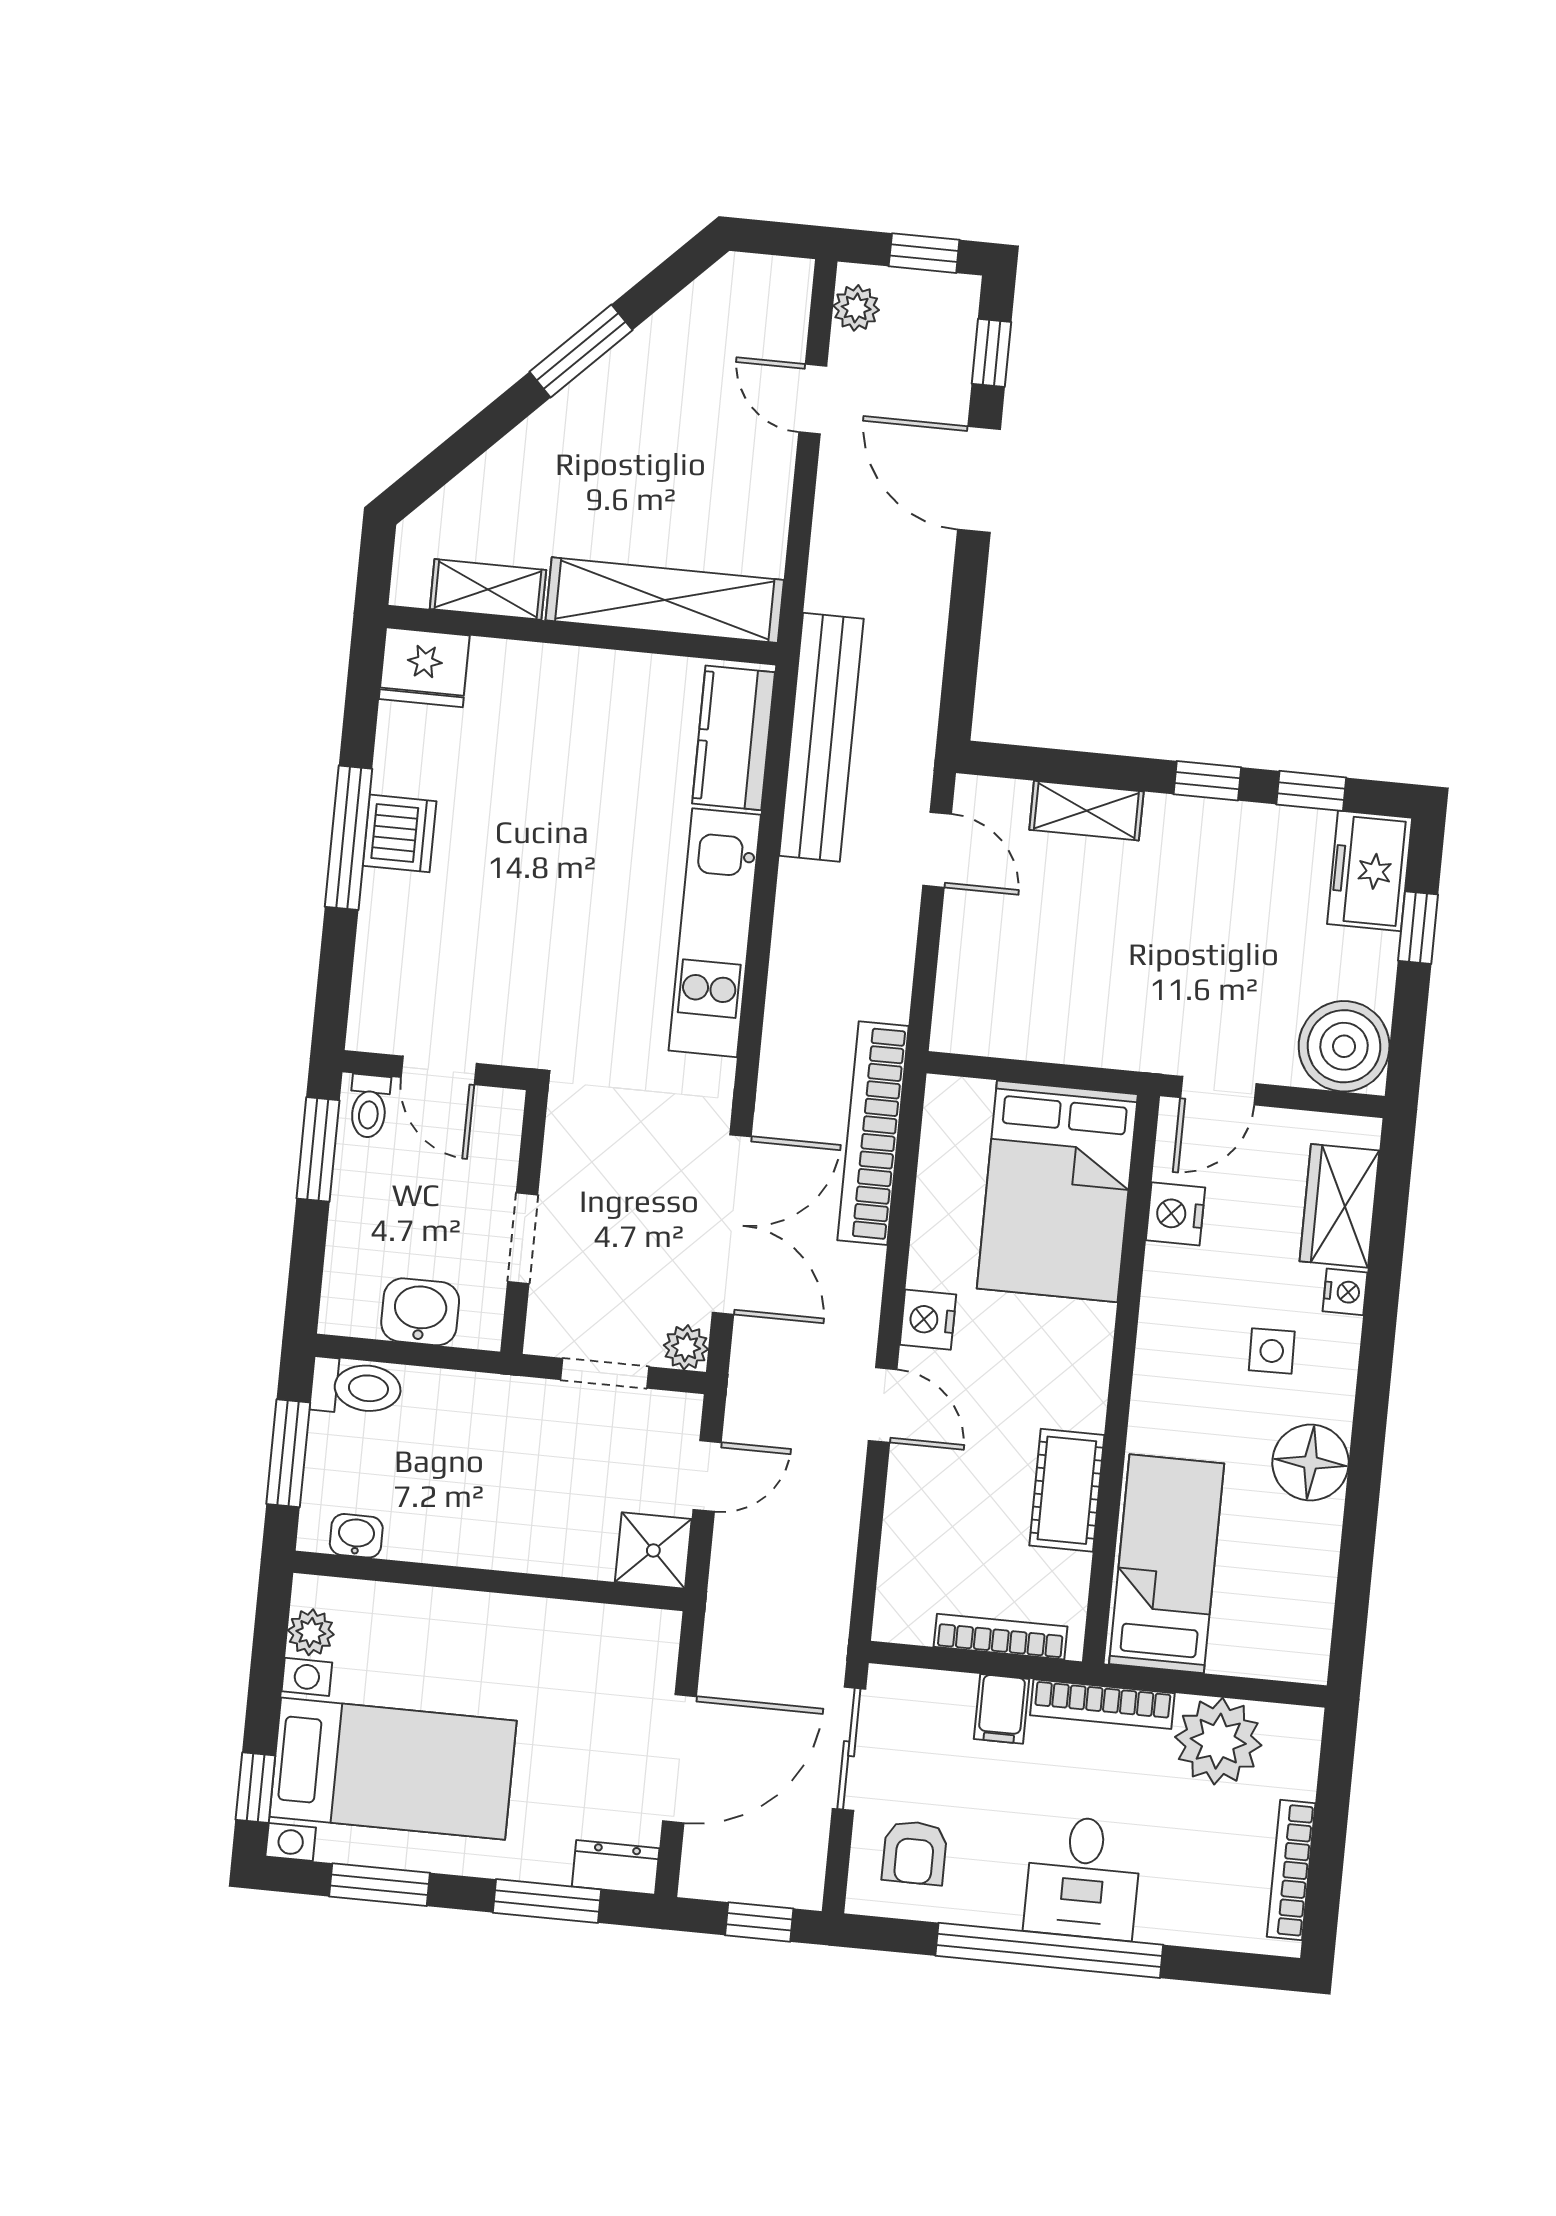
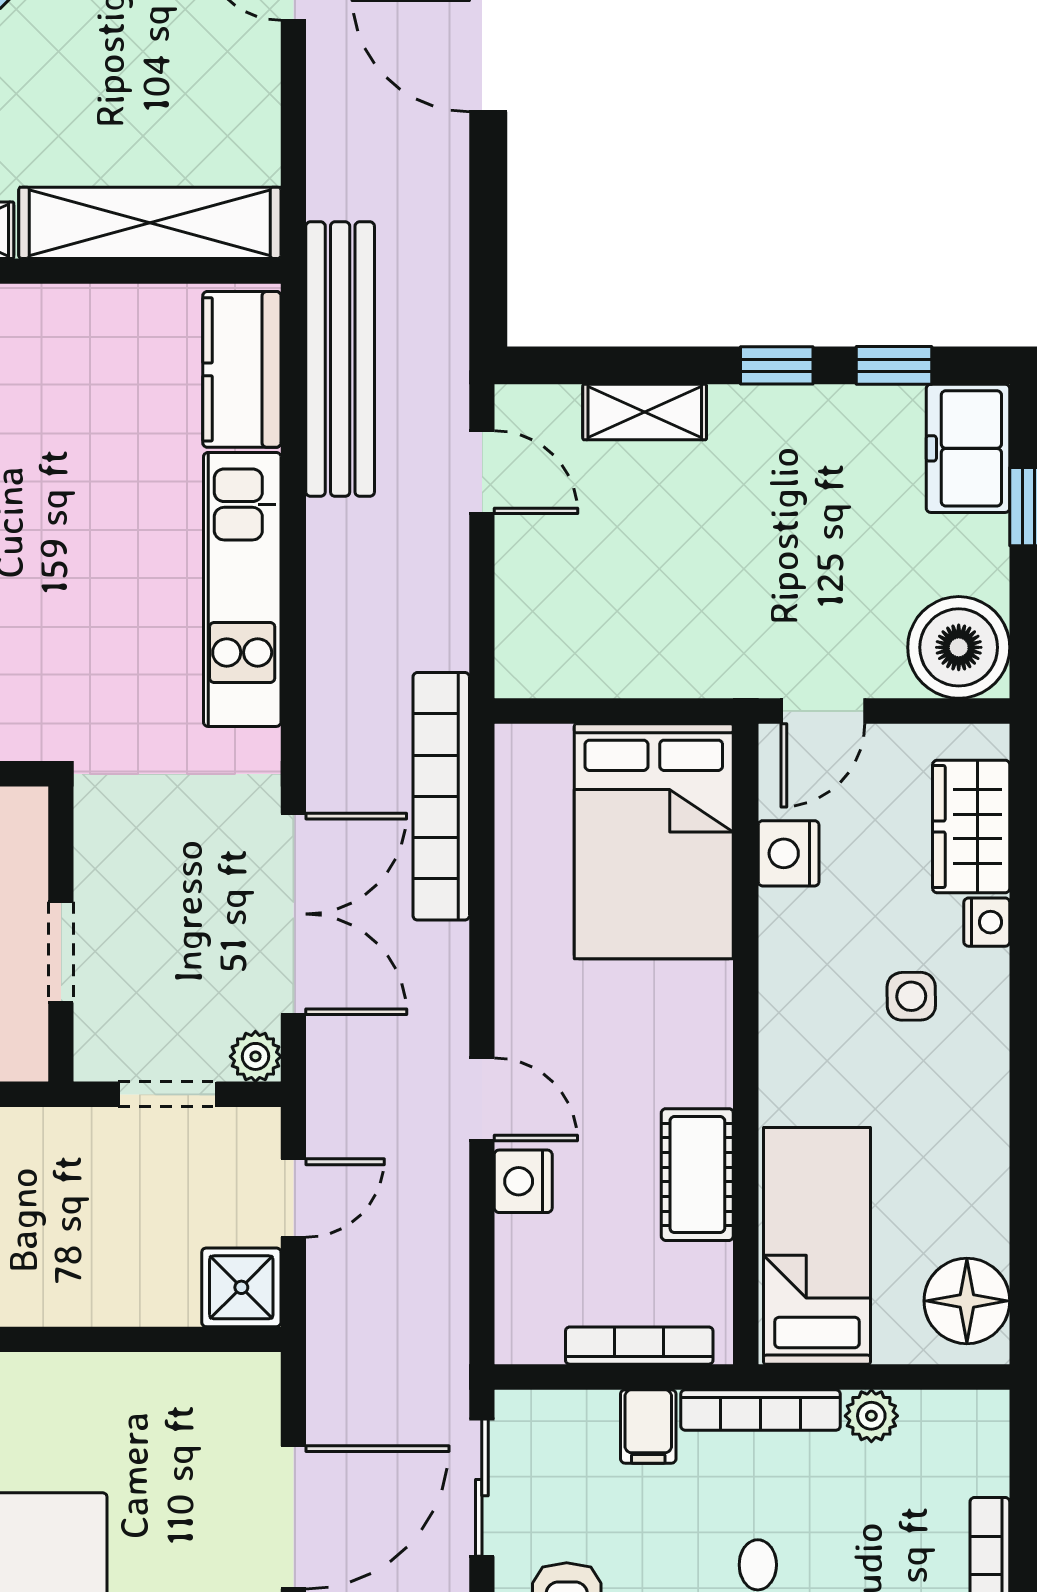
nightstand: (928, 1320) -> (523, 1181), moved
floor lamp: (1310, 1462) -> (967, 1301), moved
plant: (1218, 1741) -> (871, 1416), width x0.53, depth x0.53

